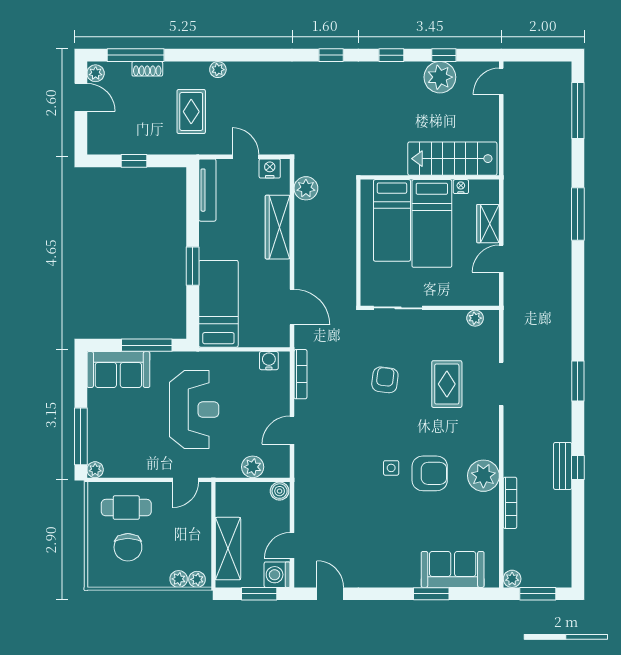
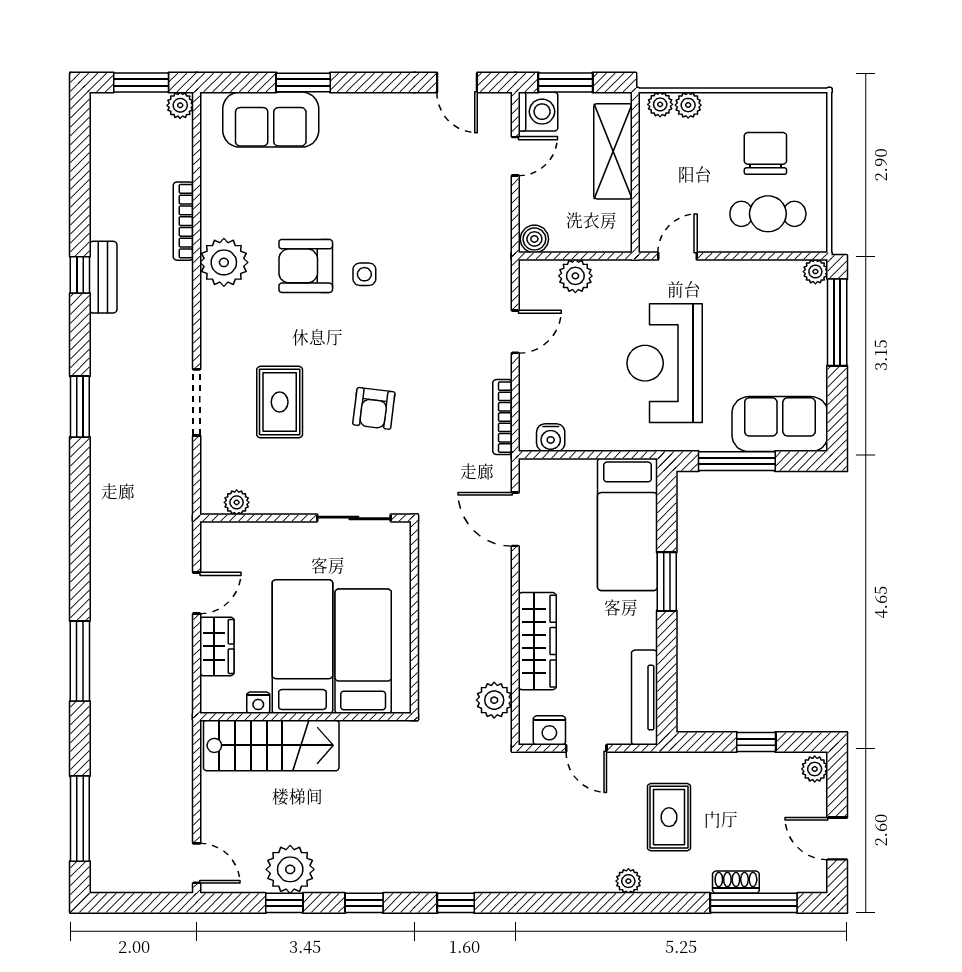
plant: (96, 73) -> (815, 769), moved
door: (501, 81) -> (197, 863), hinge flipped

